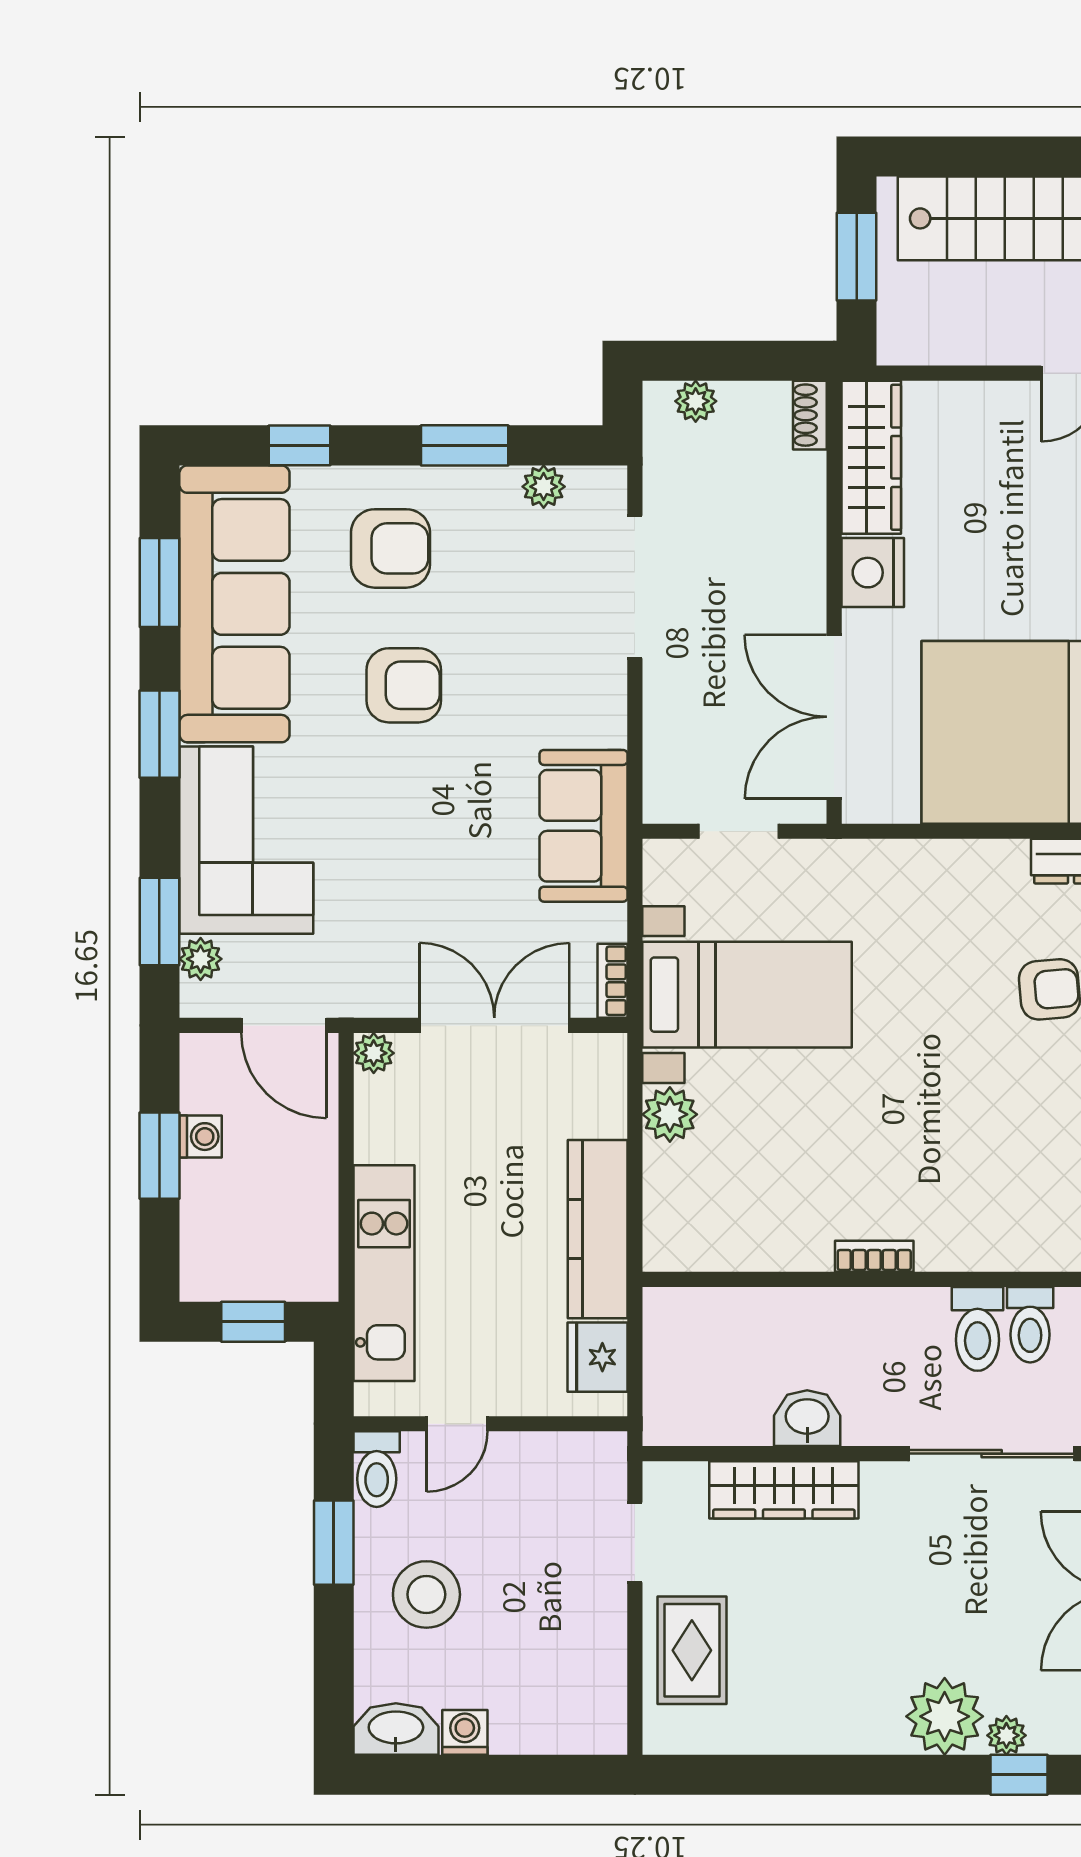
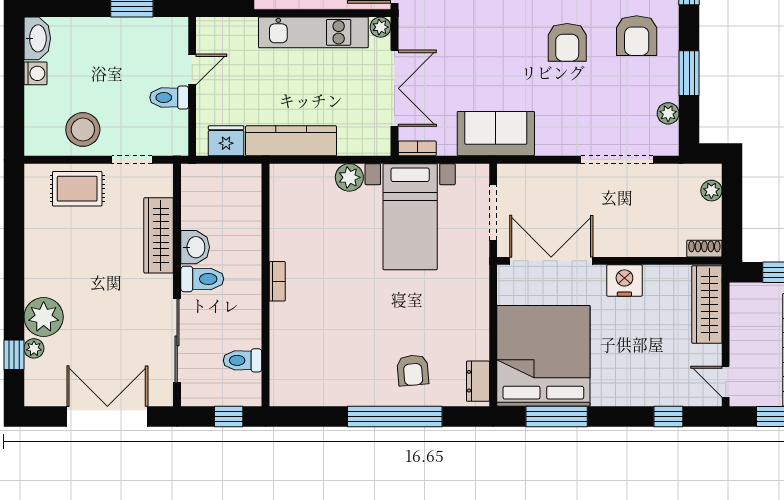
wardrobe: (871, 457) -> (707, 305), moved, turned 90
doorway: (739, 831) -> (493, 212), width x1.38
kitchen unit: (384, 1273) -> (313, 32), moved
toilet: (978, 1329) -> (202, 279), moved, turned 180
door: (457, 1424) -> (192, 69), swing flipped
toilet: (377, 1469) -> (169, 98), moved
stool: (426, 1594) -> (83, 130), moved

